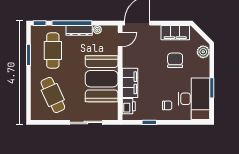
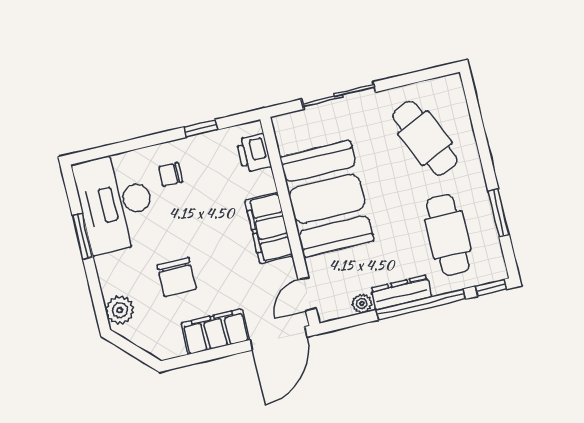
filing cabinet: (175, 33) -> (215, 332), moved
filing cabinet: (130, 83) -> (269, 228), moved

